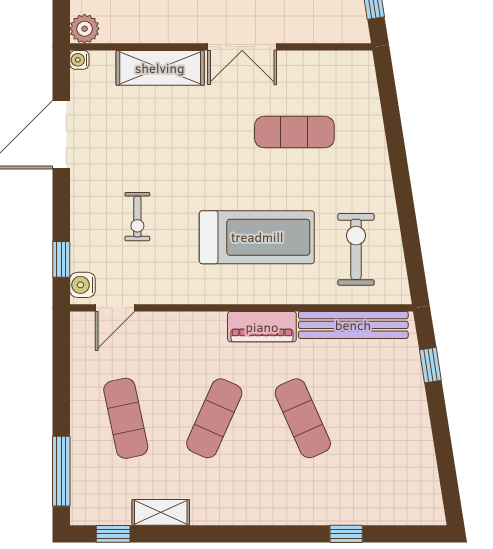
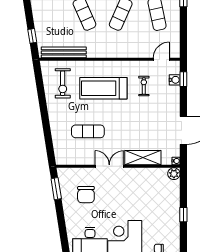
exercise bike: (137, 217) -> (144, 86), moved
water cooler: (83, 285) -> (175, 80), moved
piano: (262, 327) -> (101, 52), removed

